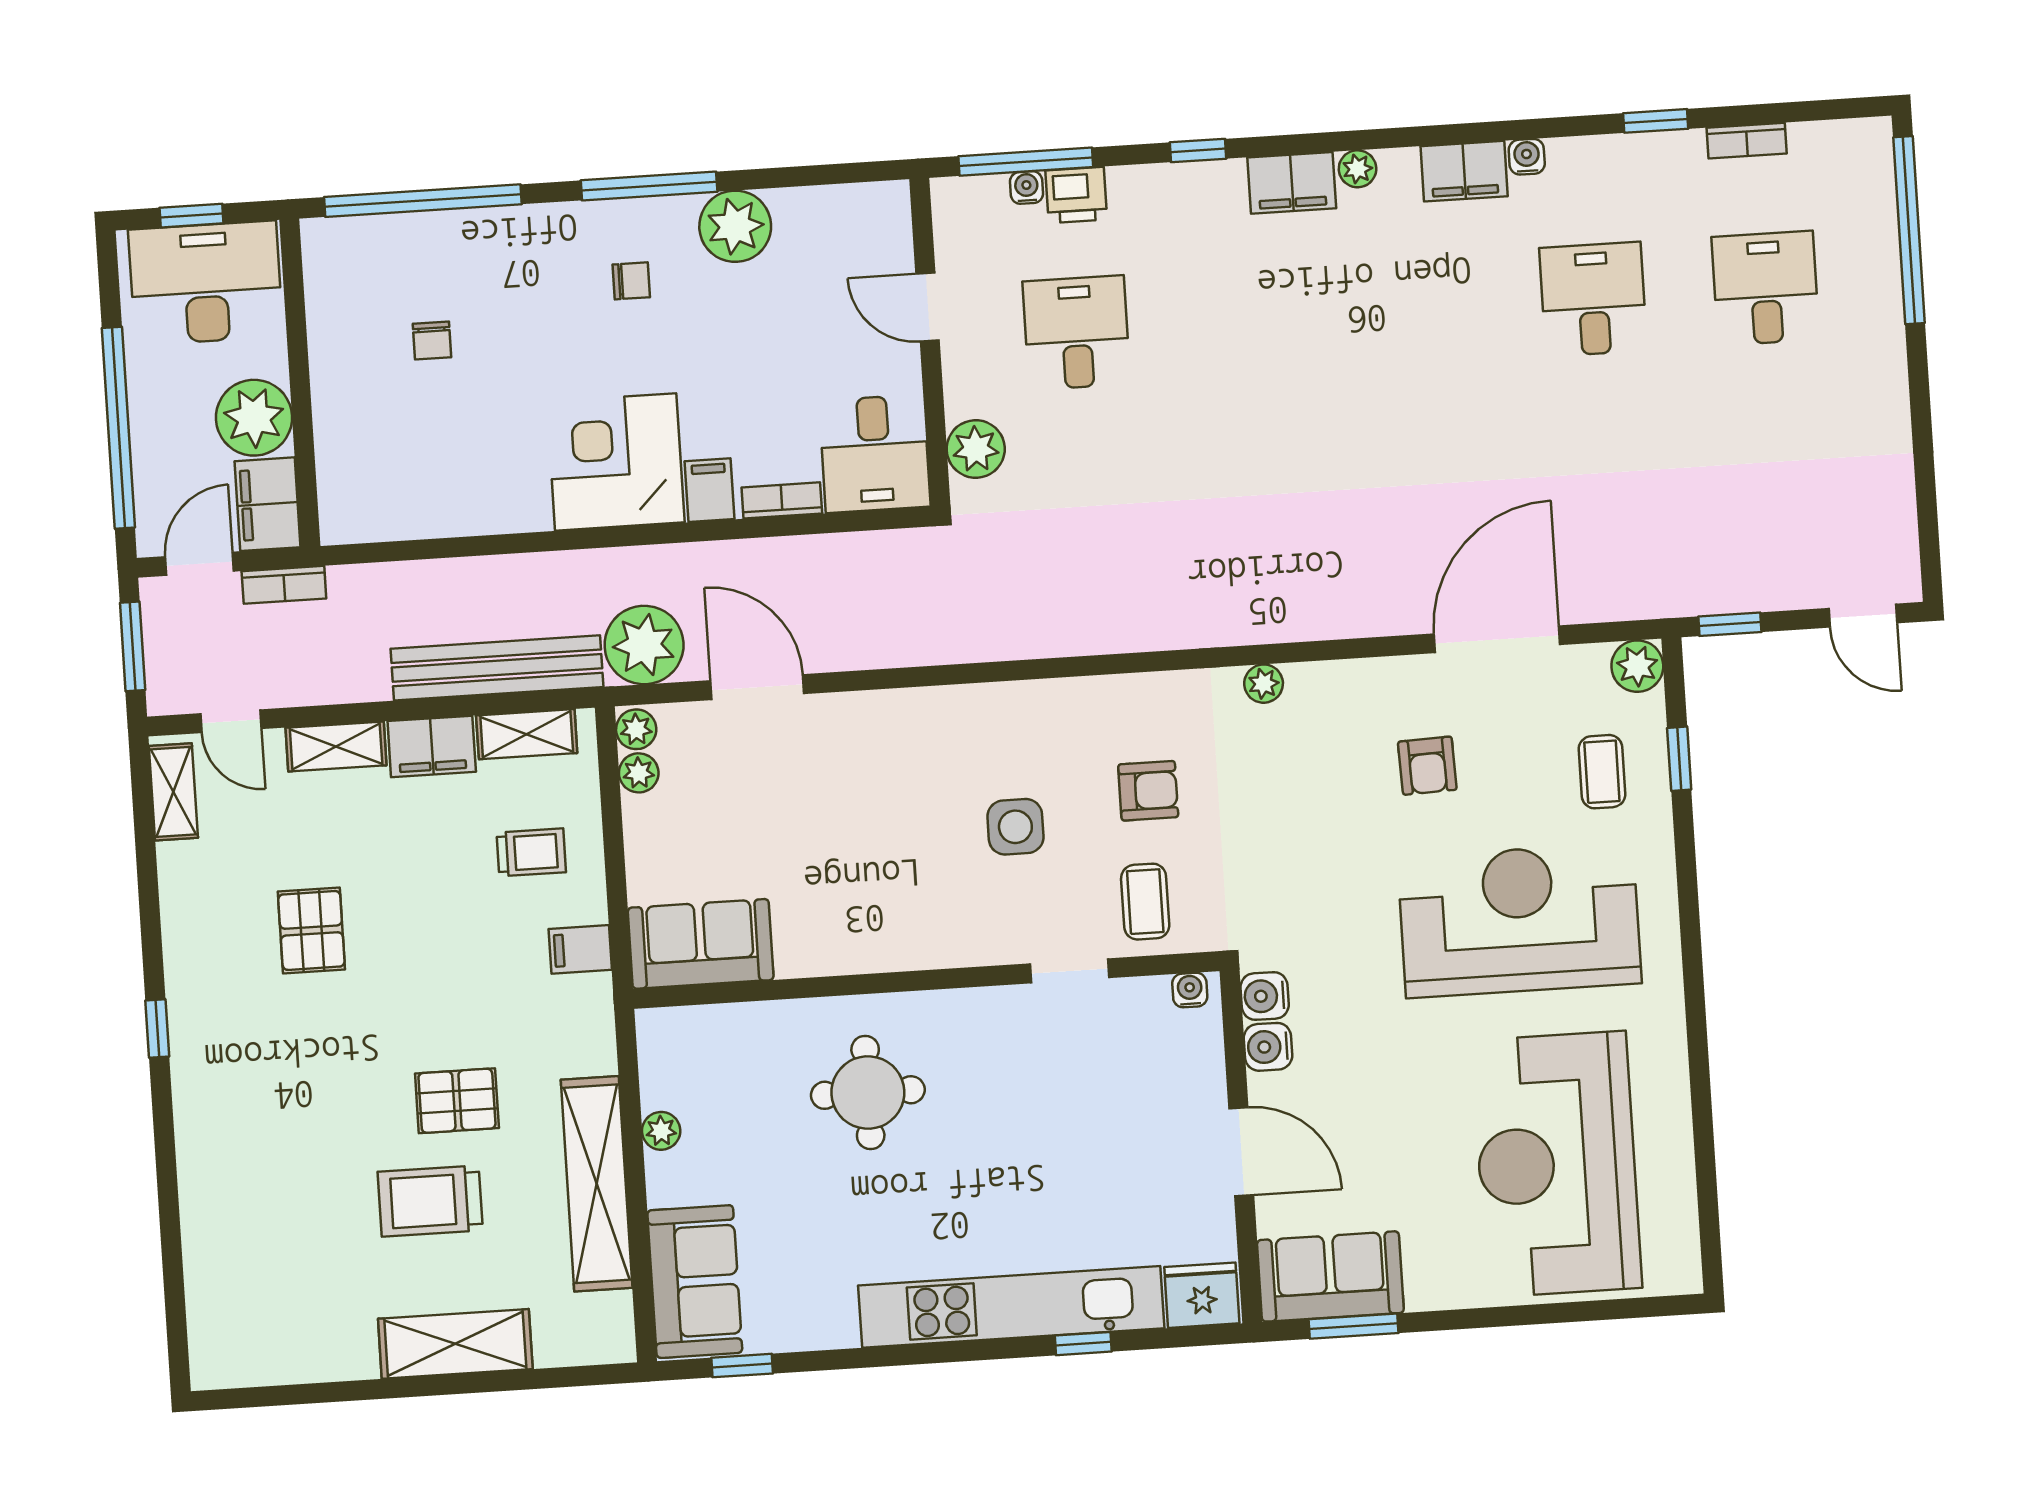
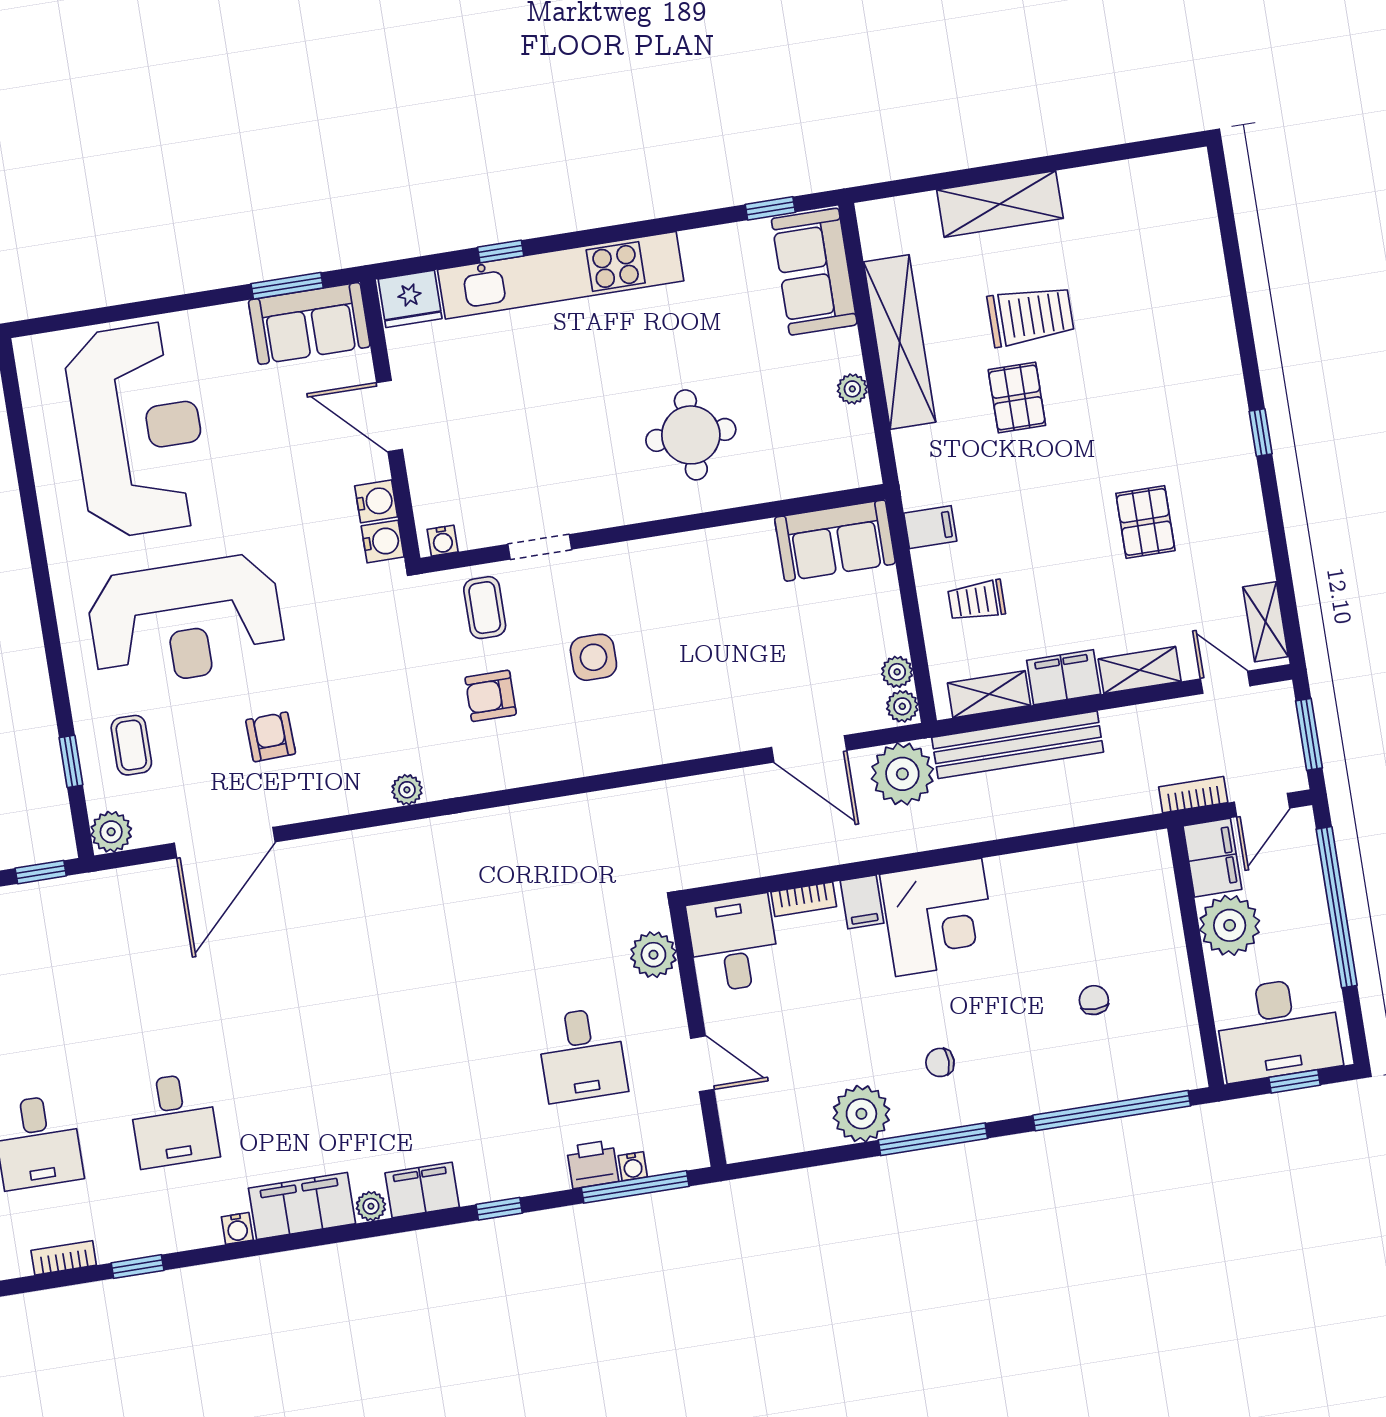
filing cabinet: (1464, 171) -> (302, 1206), width x1.50, depth x1.17
pallet: (457, 1101) -> (1017, 397), turned 90

